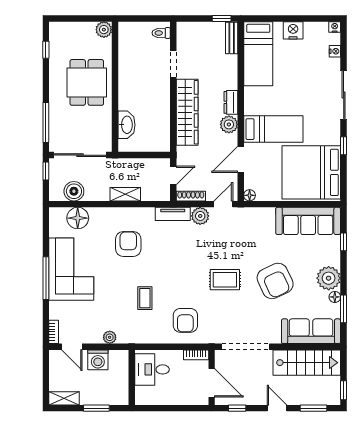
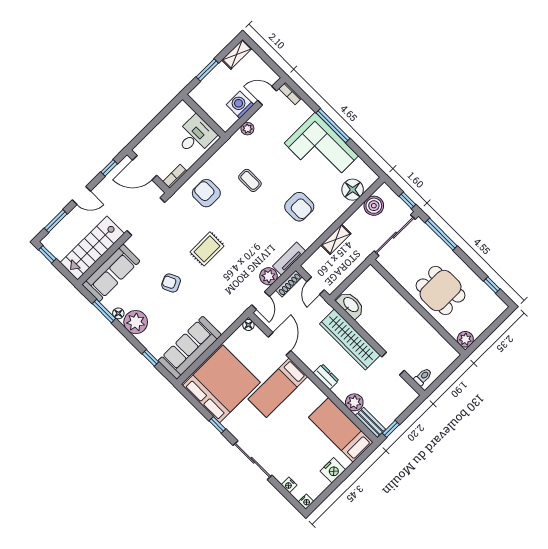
plant: (229, 124) -> (354, 402), moved
washbasin: (126, 125) -> (351, 305), moved, turned 180
armchair: (275, 281) -> (171, 283), width x0.53, depth x0.53

